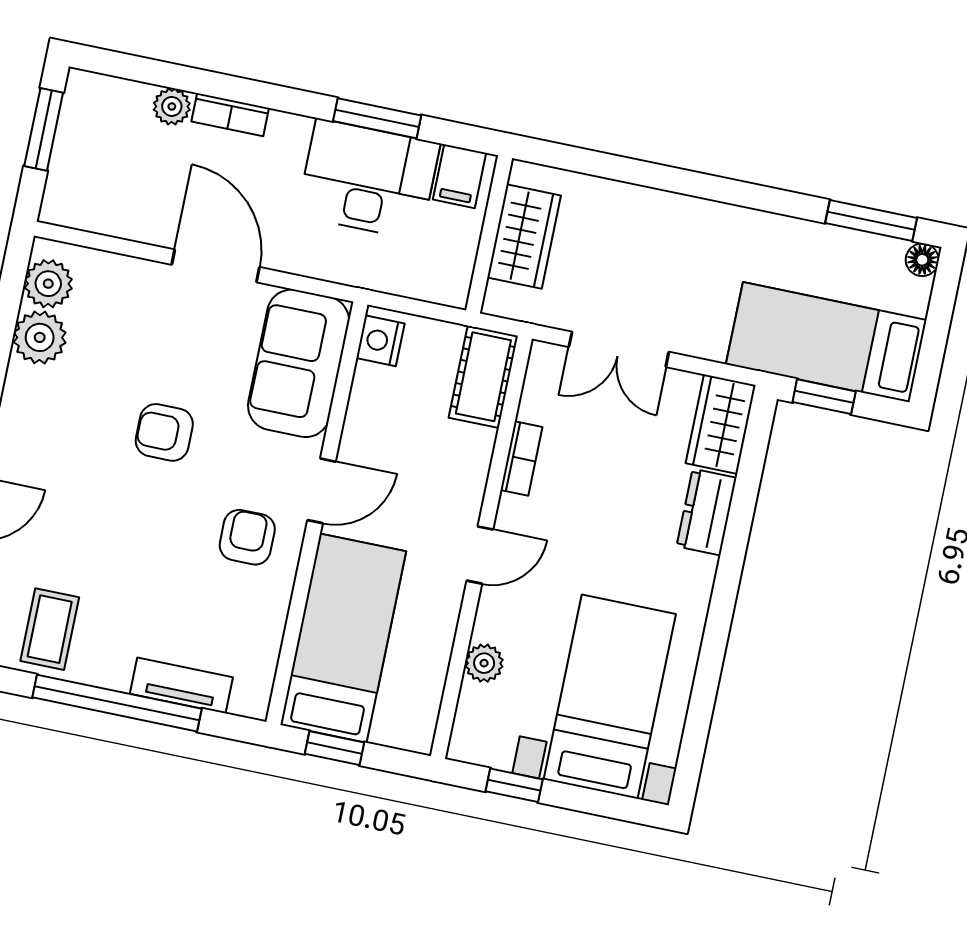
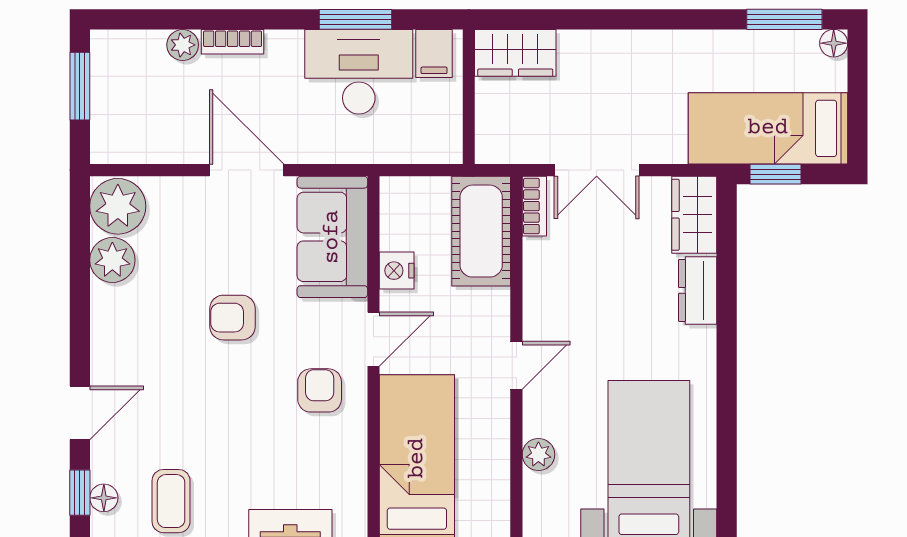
wardrobe: (524, 237) -> (515, 53), moved, turned 90
plant: (48, 284) -> (118, 206), width x1.36, depth x1.36
nightstand: (380, 341) -> (397, 271), moved
cot: (483, 377) -> (481, 231), width x1.37, depth x1.34
bookcase: (521, 458) -> (534, 206), moved

